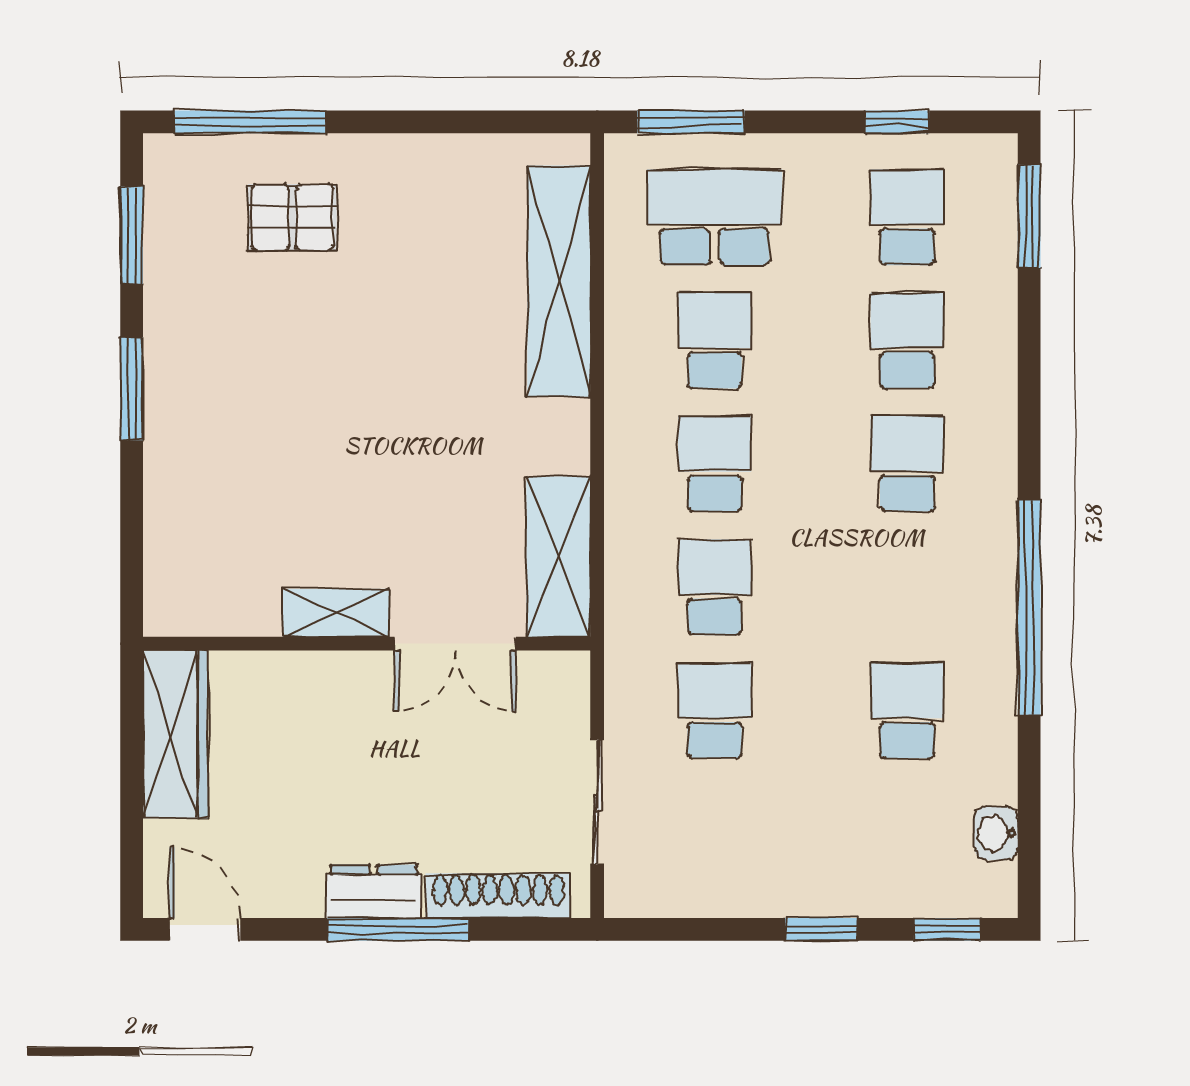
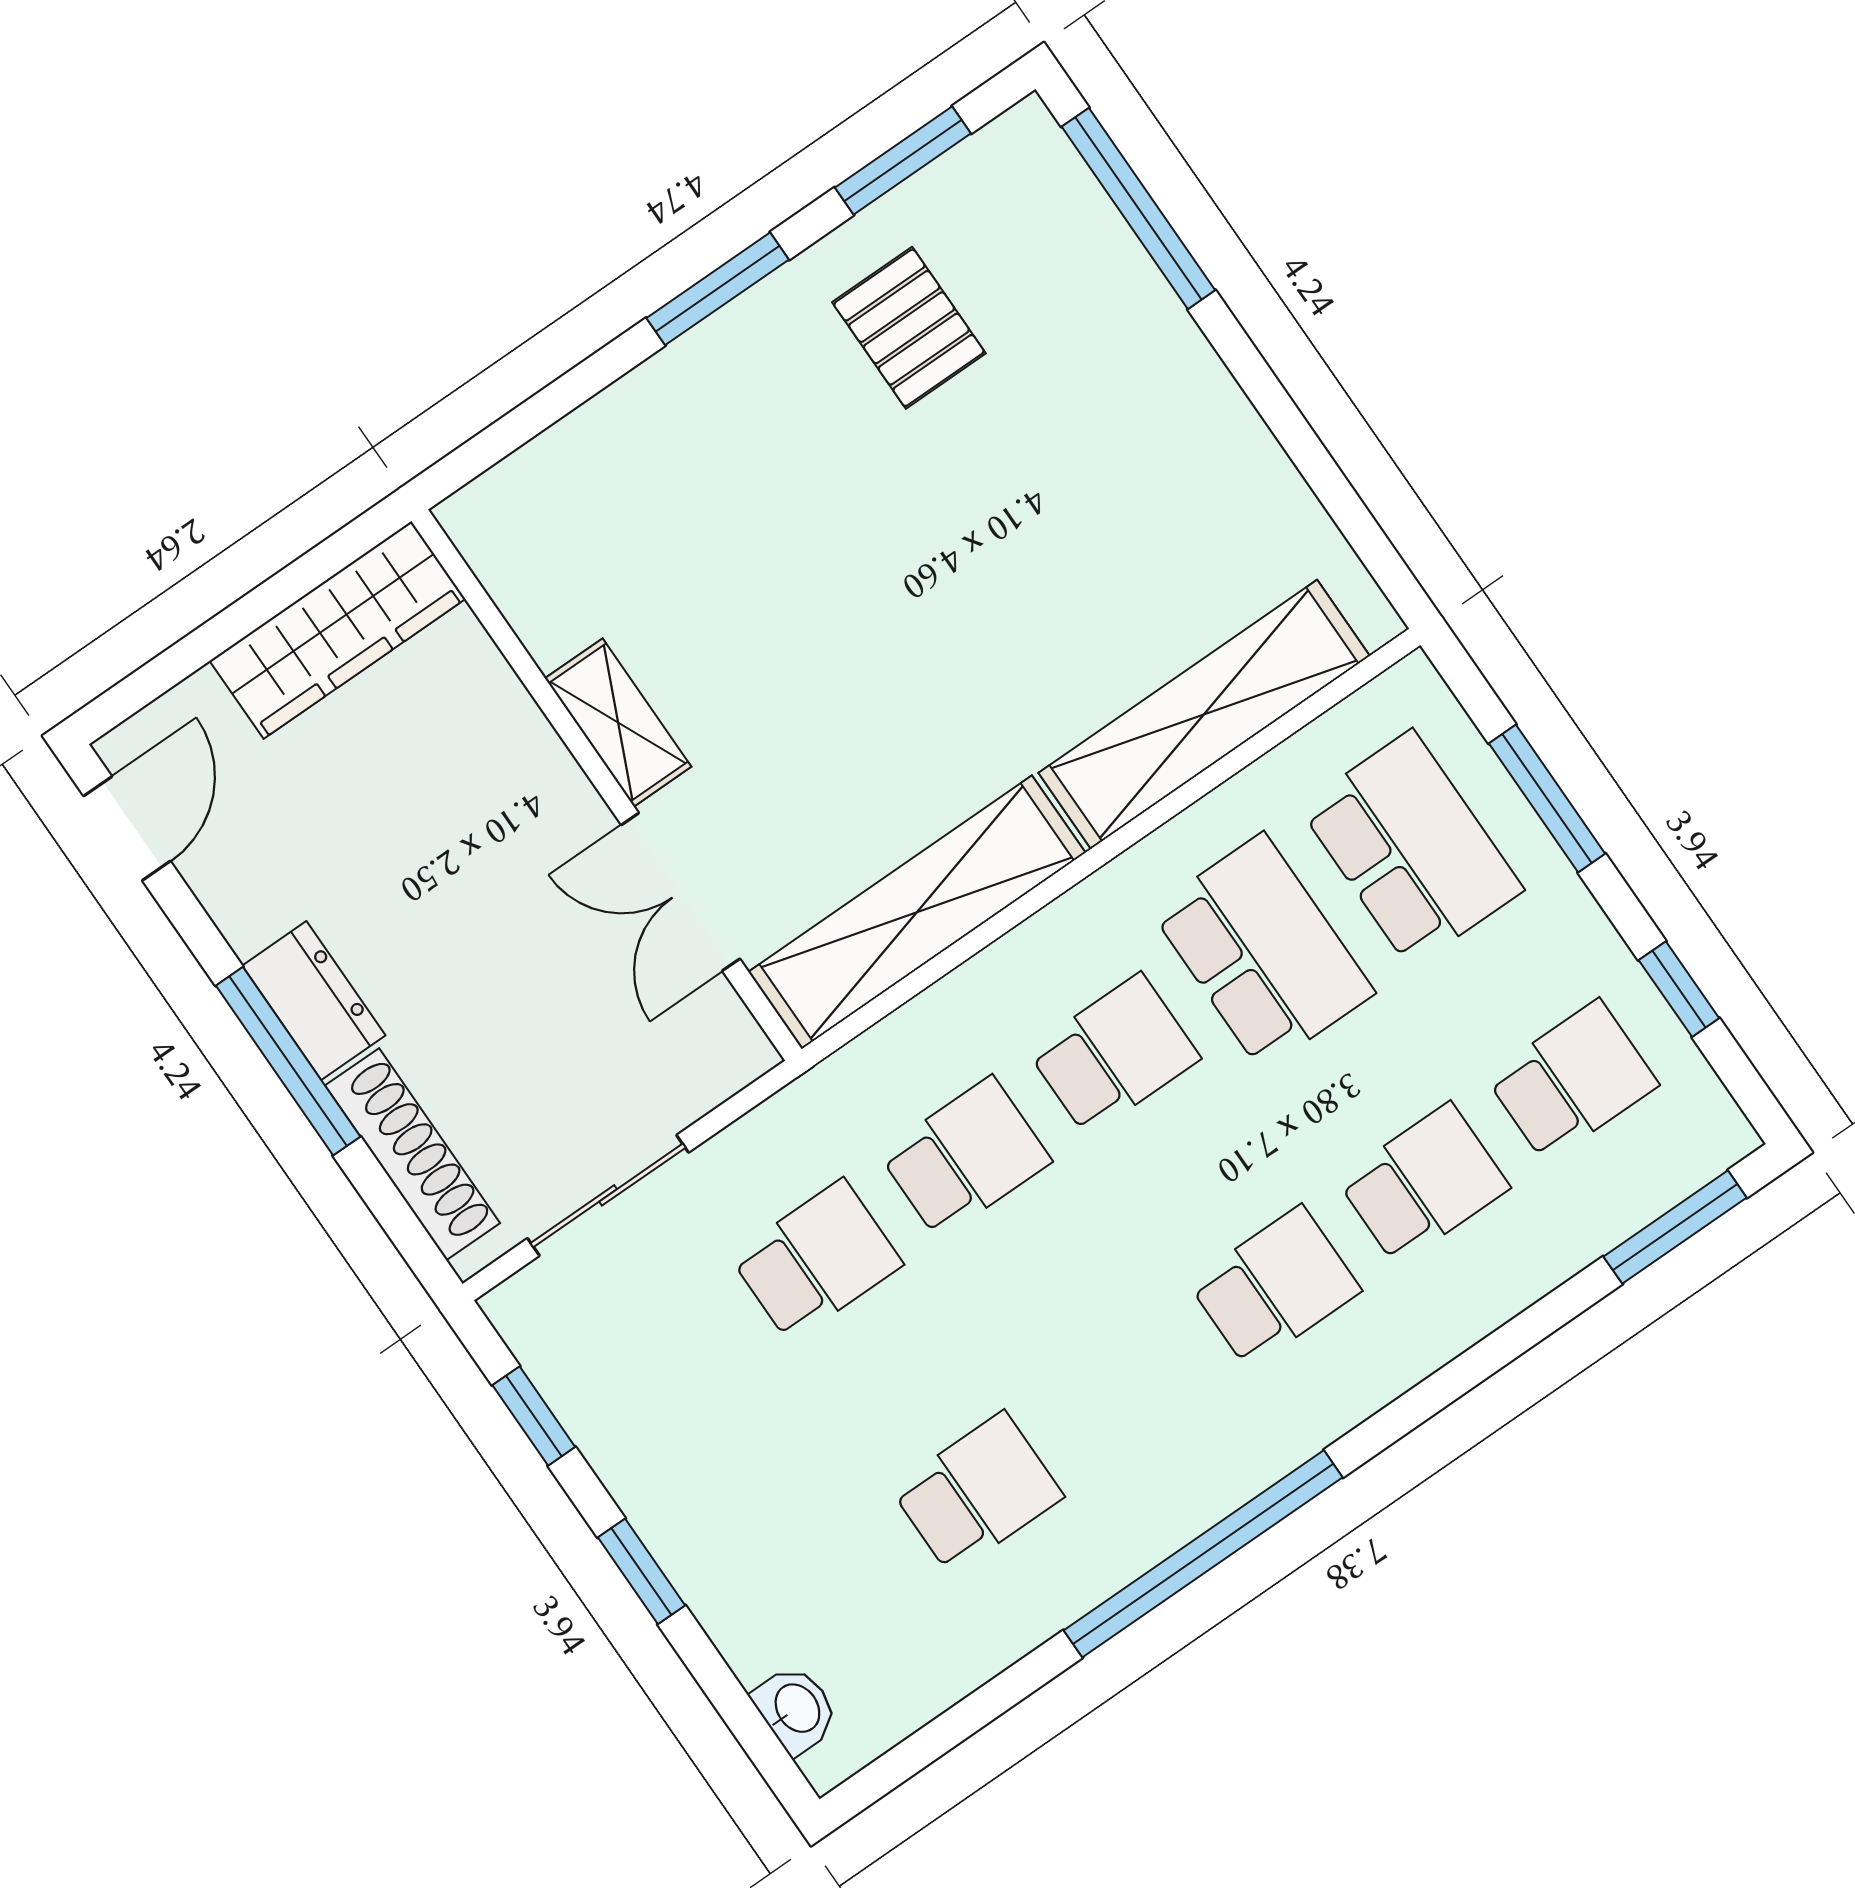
window: (691, 122) -> (1547, 799), moved
pallet: (292, 217) -> (909, 328), moved
school desk: (715, 341) -> (1263, 952), width x1.85
shelving: (558, 557) -> (917, 912), width x1.47
washbasin: (996, 833) -> (796, 1709), moved, turned 90
window: (947, 929) -> (534, 1416), moved

